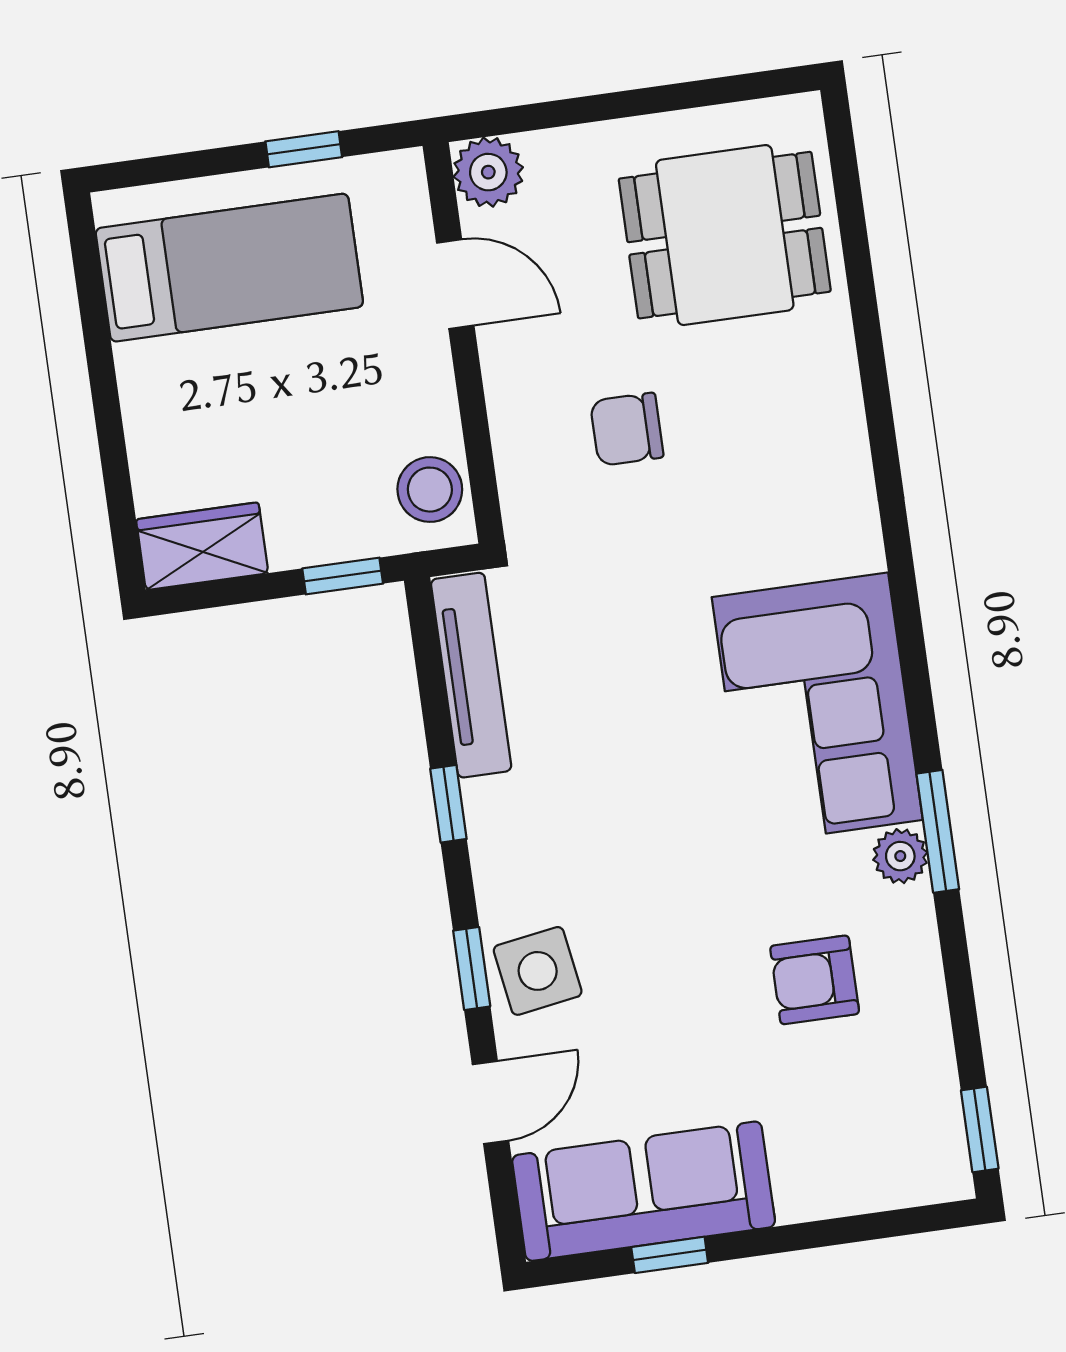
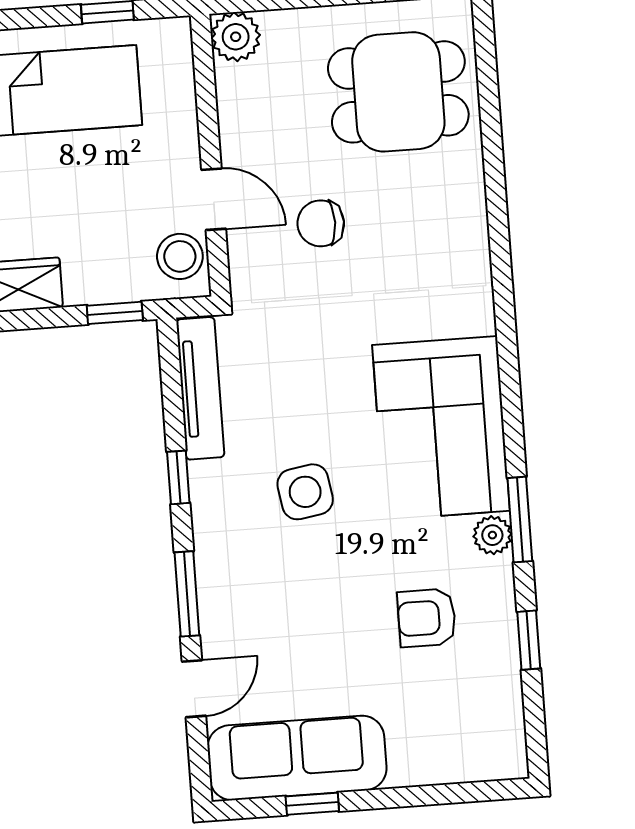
door: (455, 284) -> (214, 199), moved
window: (472, 968) -> (187, 594), width x1.50
side table: (538, 971) -> (305, 492), moved
window: (980, 1130) -> (529, 640), moved

